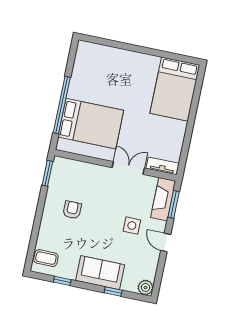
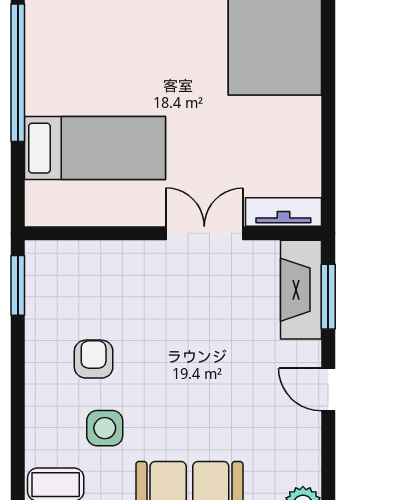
window: (62, 105) -> (18, 73), moved
bed: (91, 124) -> (95, 148), width x0.67
side table: (132, 226) -> (105, 428), moved

